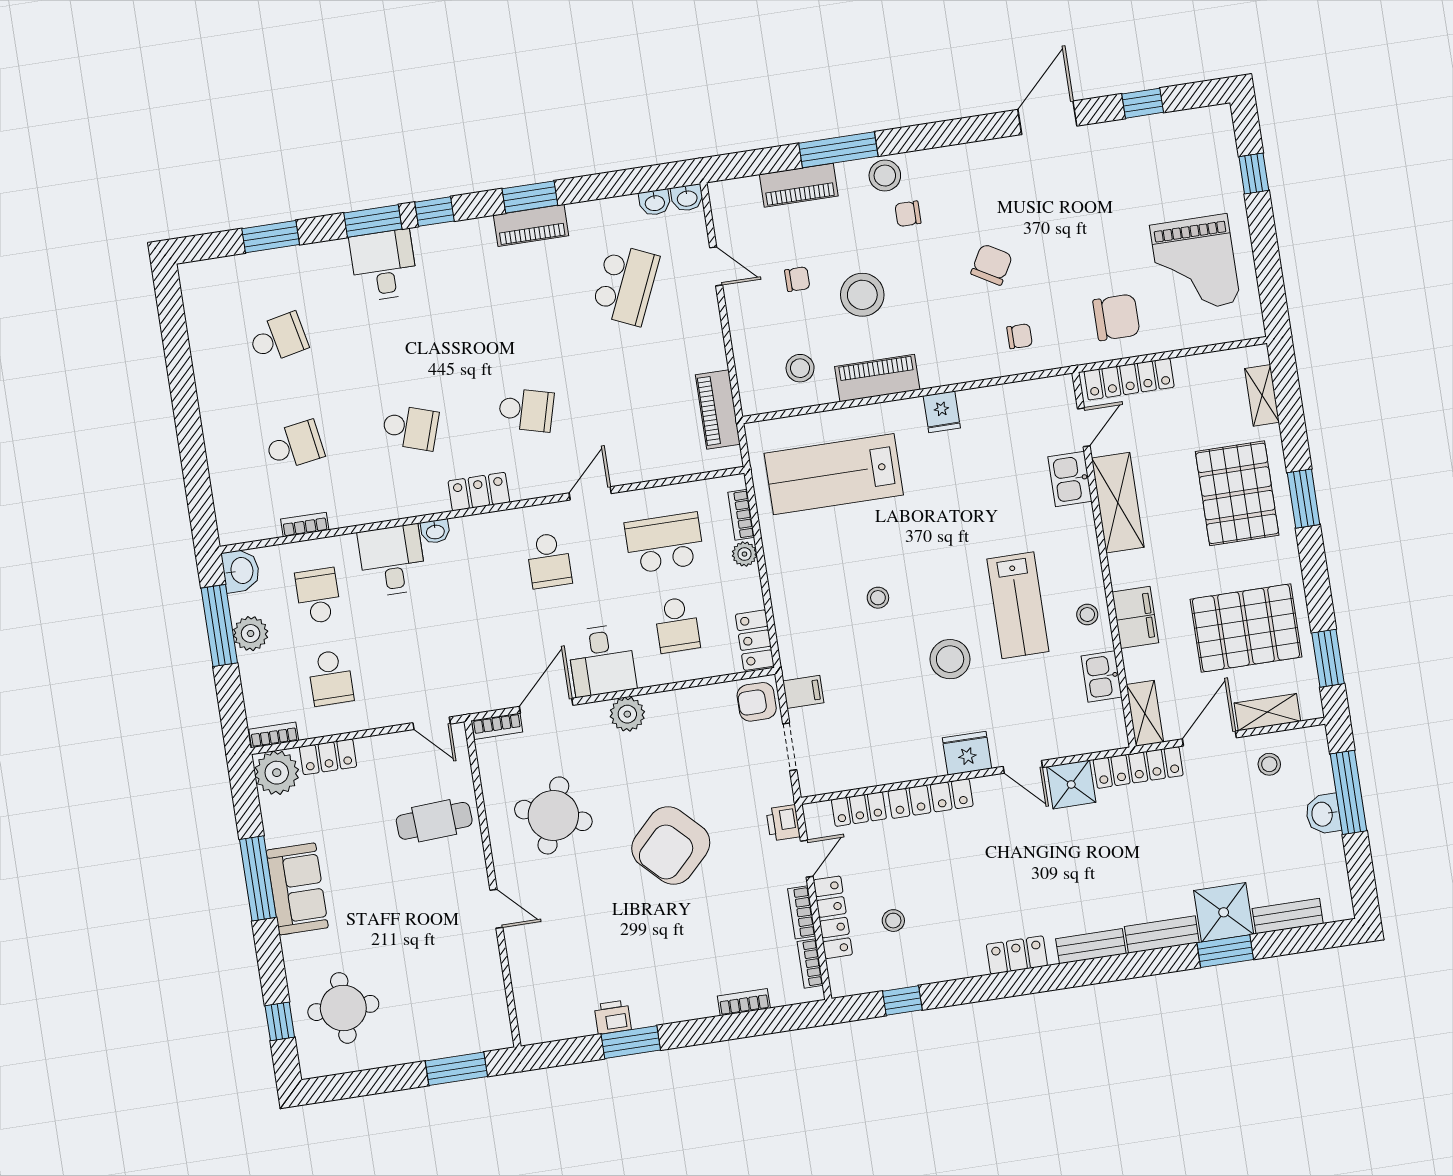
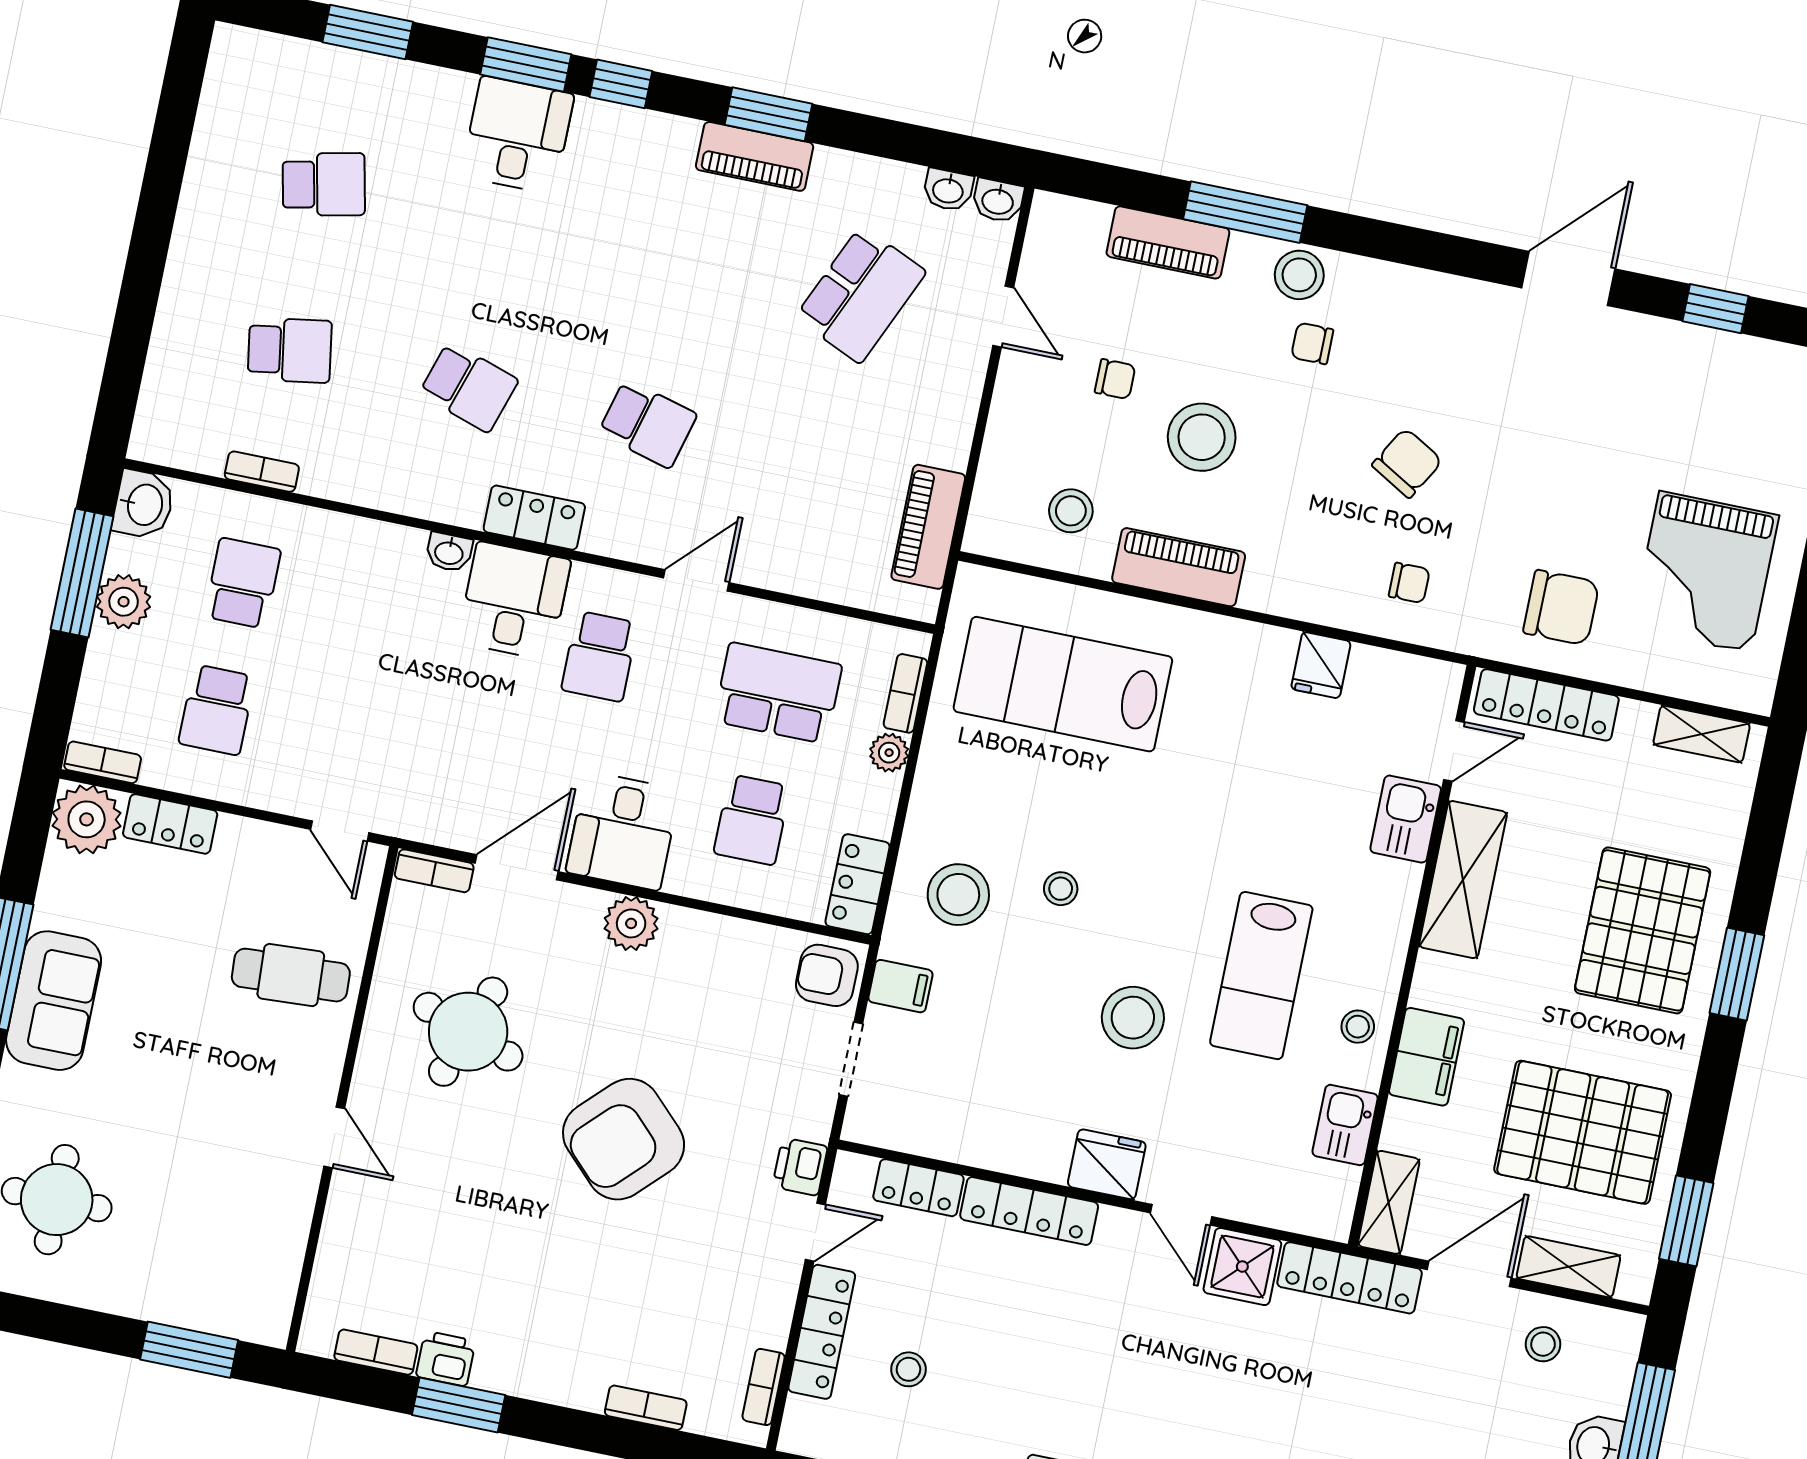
shelving: (1262, 395) -> (1702, 734), moved, turned 90
fridge: (942, 412) -> (1321, 665), moved
desk: (392, 560) -> (514, 601), moved
stool: (818, 624) -> (958, 895), added
bookcase: (802, 912) -> (376, 1352), moved, turned 90

